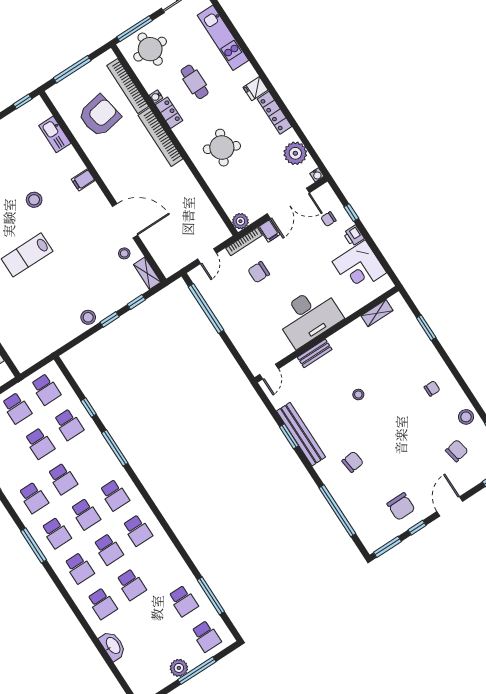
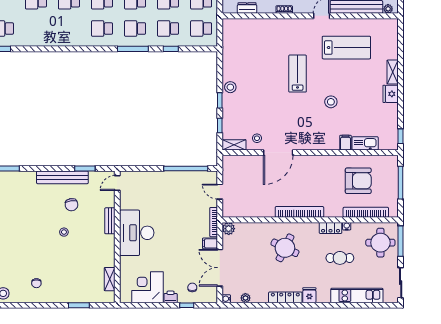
armchair: (99, 116) -> (358, 181), turned -80
bookcase: (160, 137) -> (299, 212), moved
plant: (295, 153) -> (245, 298), width x0.53, depth x0.53
filing cabinet: (83, 180) -> (346, 143), moved
chair: (259, 272) -> (187, 219), removed
door: (269, 372) -> (117, 183), hinge flipped
window: (289, 436) -> (85, 169), moved
chair: (353, 462) -> (71, 205), moved
school desk: (137, 530) -> (135, 28), moved

